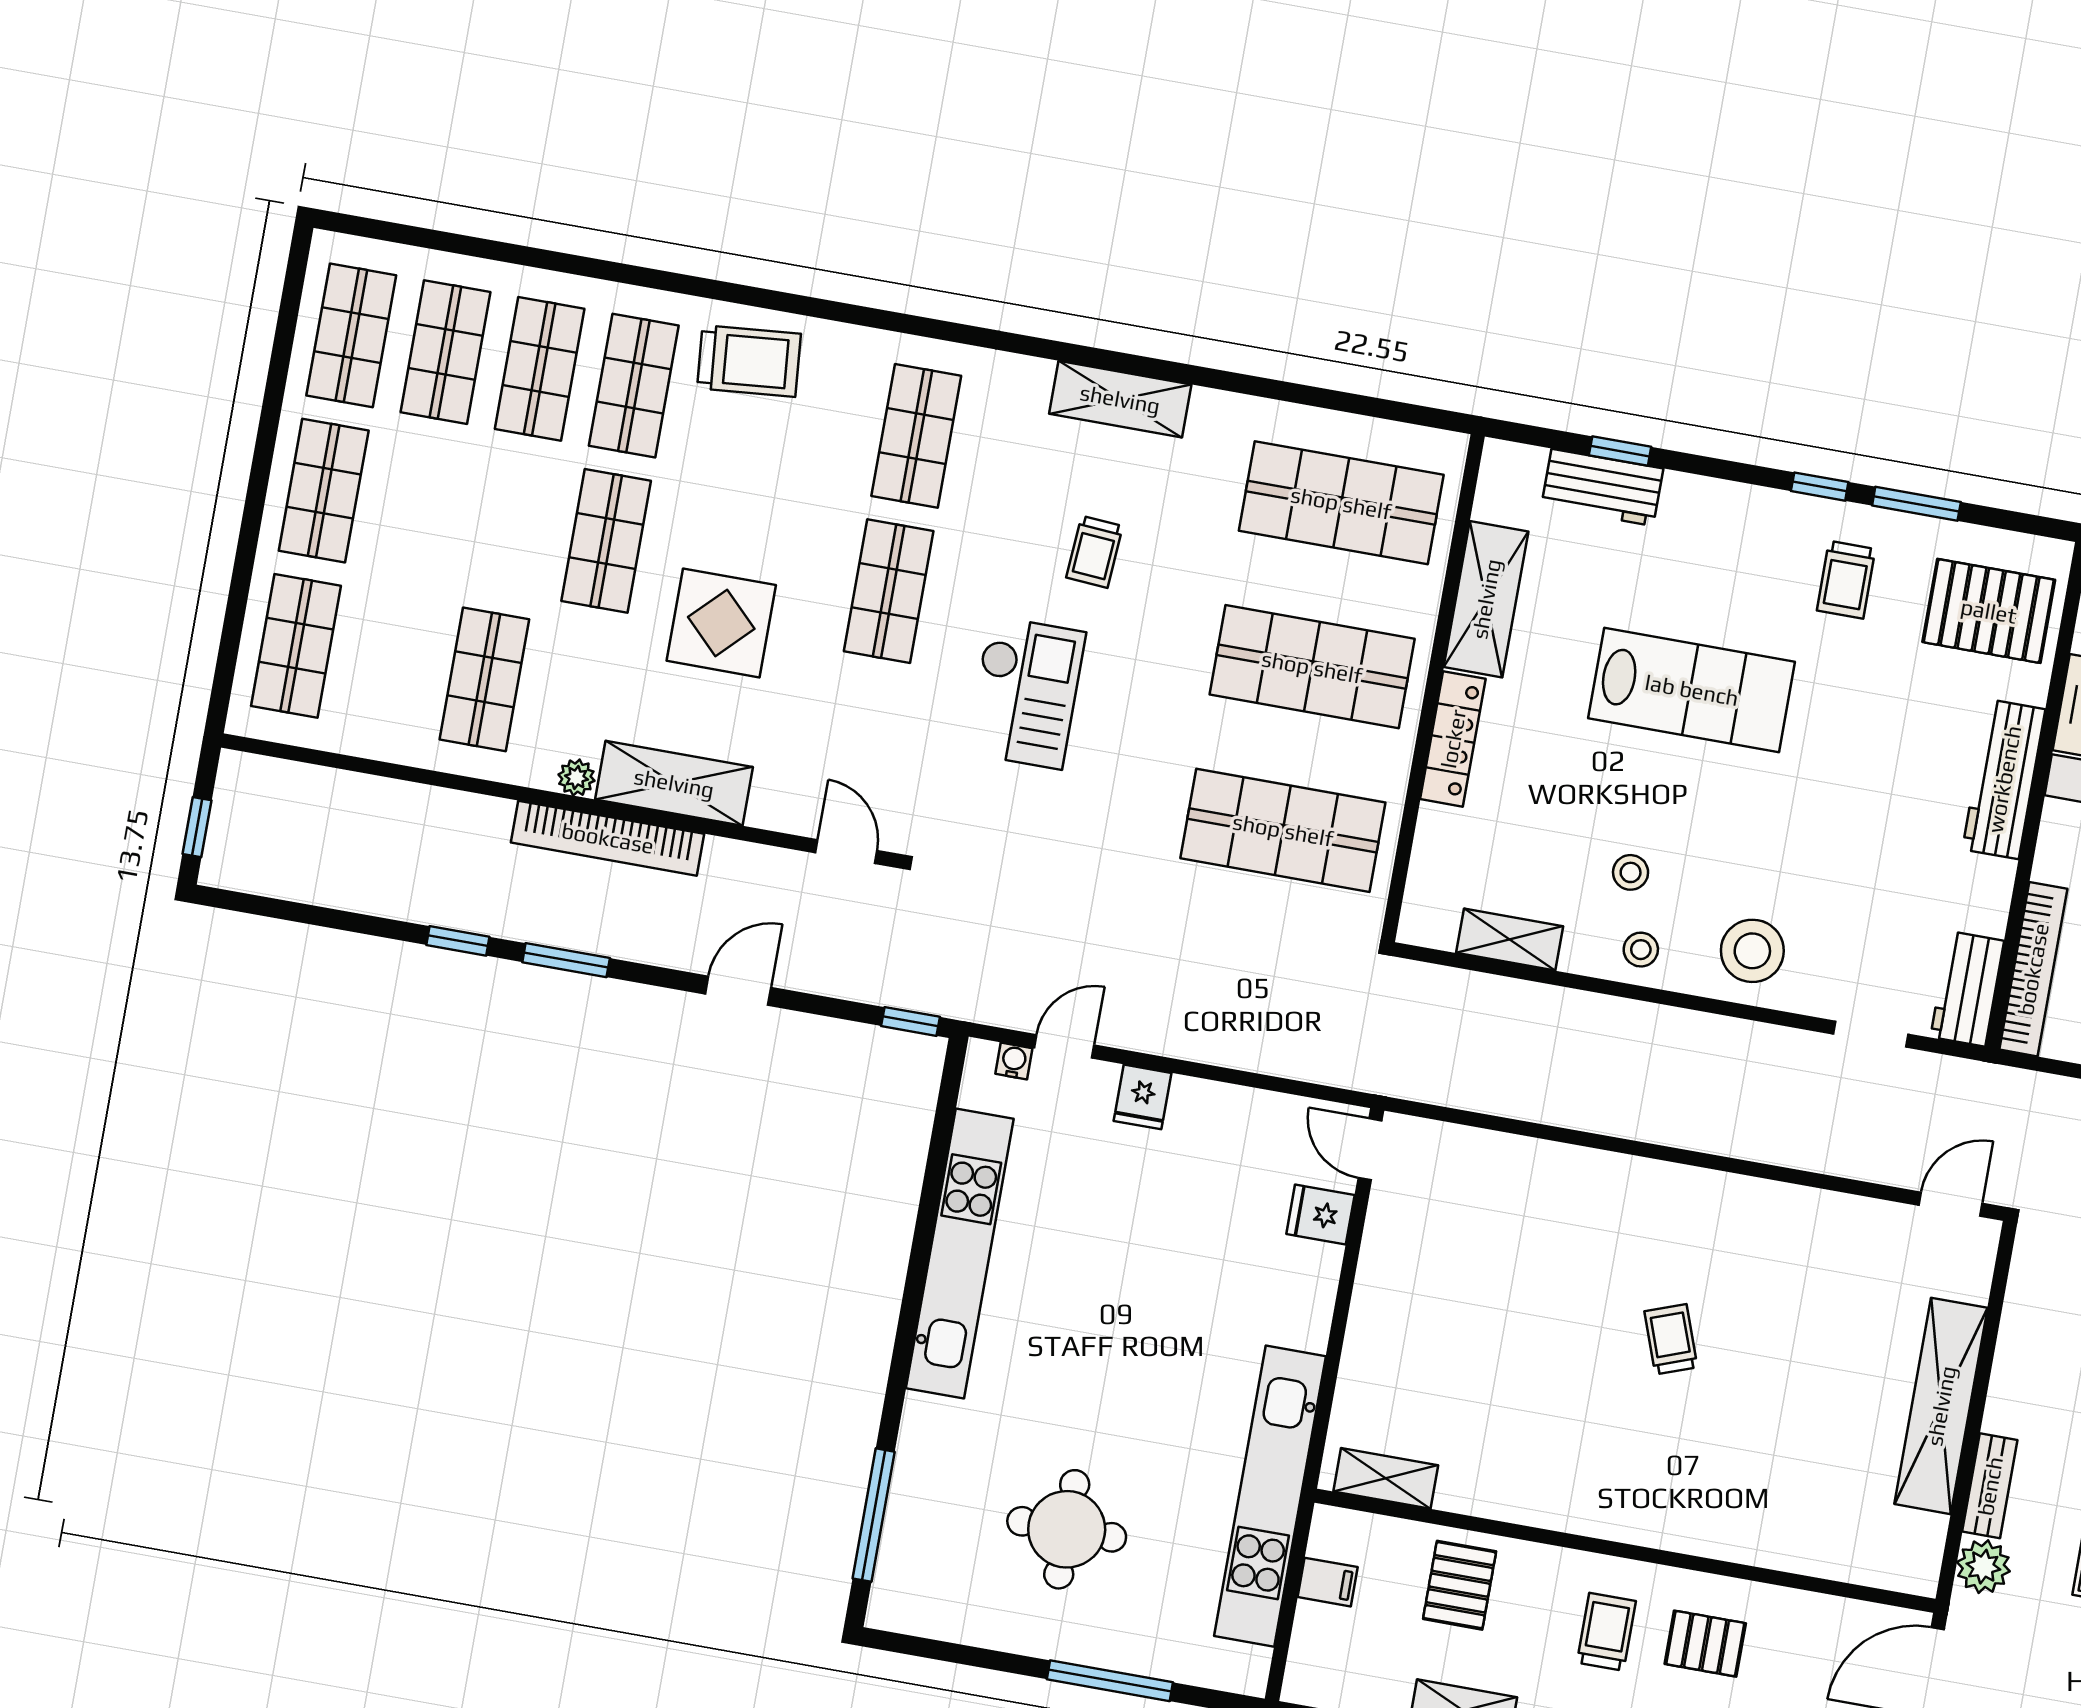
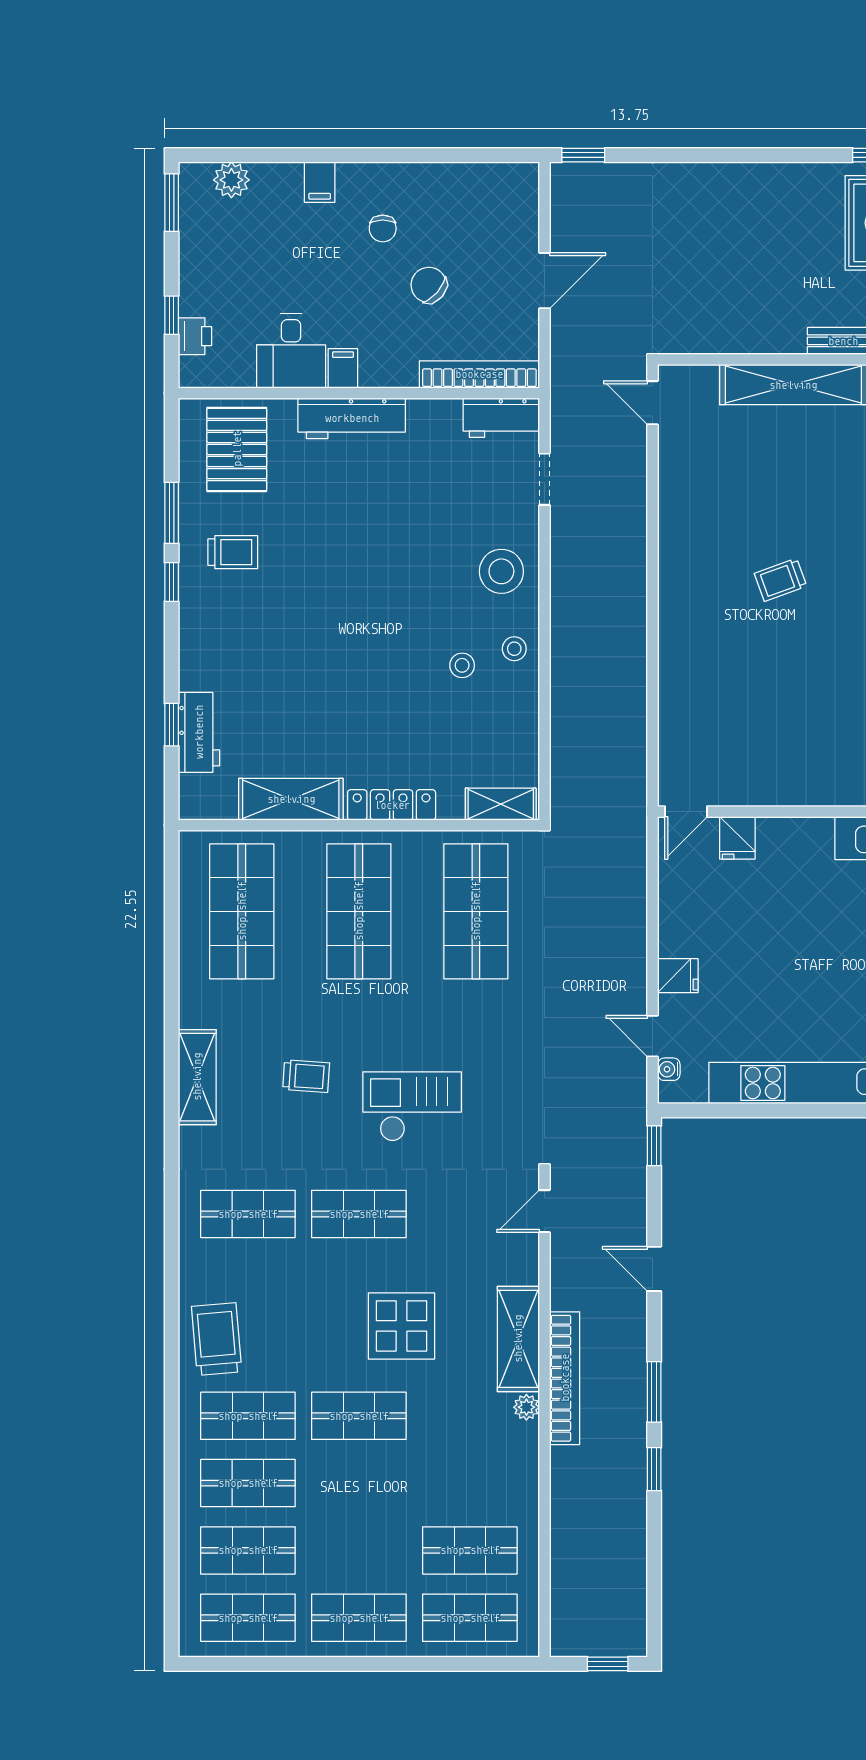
shop shelf: (484, 679) -> (470, 1550), moved
lab bench: (1692, 690) -> (328, 646), removed
shelving: (1510, 940) -> (501, 804), moved, turned 90

